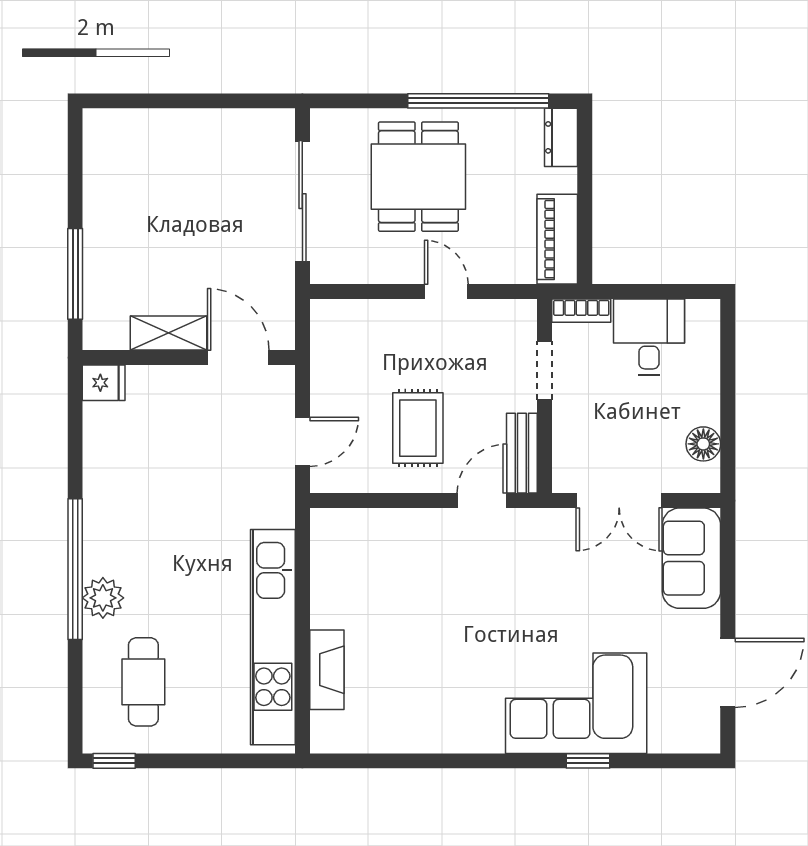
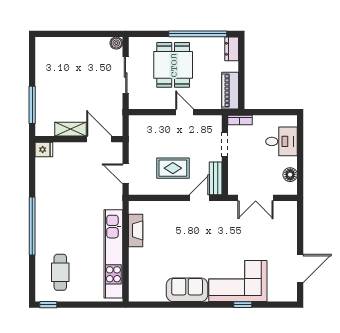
boiler: (280, 123) -> (116, 43), added
sliding door: (302, 201) -> (126, 75), width x0.73
desk: (649, 337) -> (281, 141), moved, turned 90
rug: (418, 428) -> (173, 168), turned 90
door: (302, 442) -> (126, 174), swing flipped
sofa: (691, 558) -> (187, 290), moved, turned 90
plant: (103, 598) -> (44, 238), removed
fireplace: (327, 670) -> (136, 230), moved

